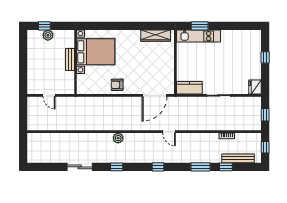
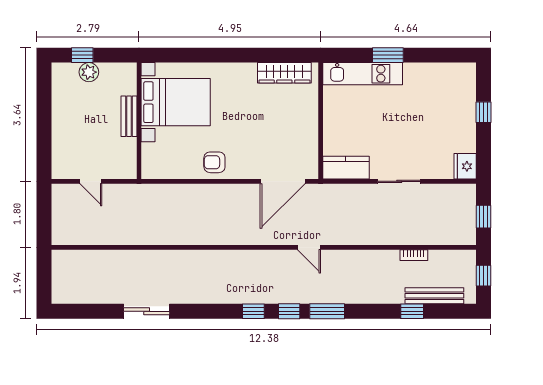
window: (200, 26) -> (388, 55), moved
plant: (118, 138) -> (216, 259), removed
window: (117, 167) -> (253, 311), moved
window: (200, 167) -> (327, 311), moved

